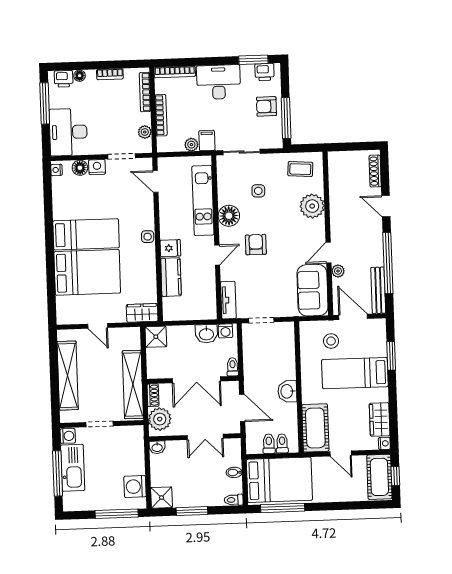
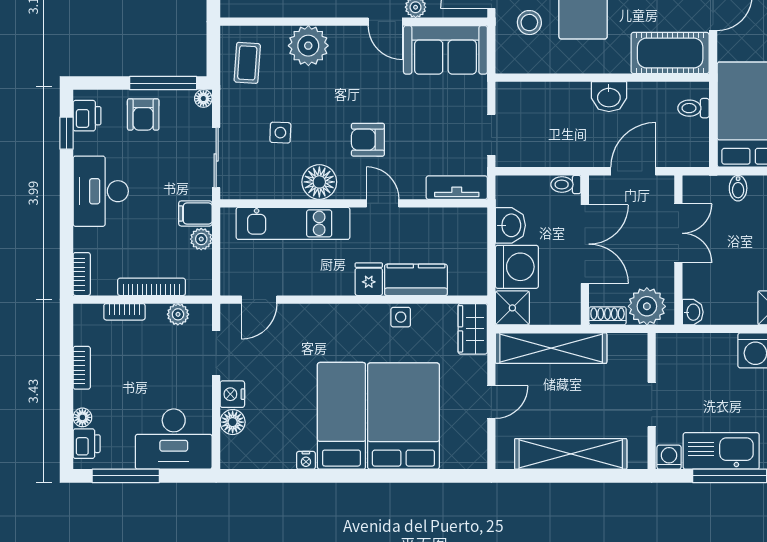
window: (253, 60) -> (66, 133), width x0.67
bookcase: (175, 72) -> (82, 274), width x0.64
bookcase: (145, 92) -> (124, 312), width x0.64
floor lamp: (278, 143) -> (203, 99), added
nightstand: (57, 170) -> (306, 460), moved
side table: (148, 237) -> (401, 317), moved
washing machine: (225, 331) -> (517, 267), moved, width x1.89, depth x1.89
shelving: (133, 385) -> (551, 348), moved
toilet: (269, 444) -> (693, 130), removed

